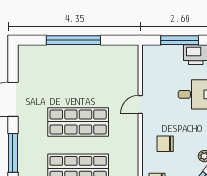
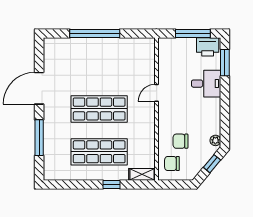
chair: (165, 144) -> (180, 141), moved

